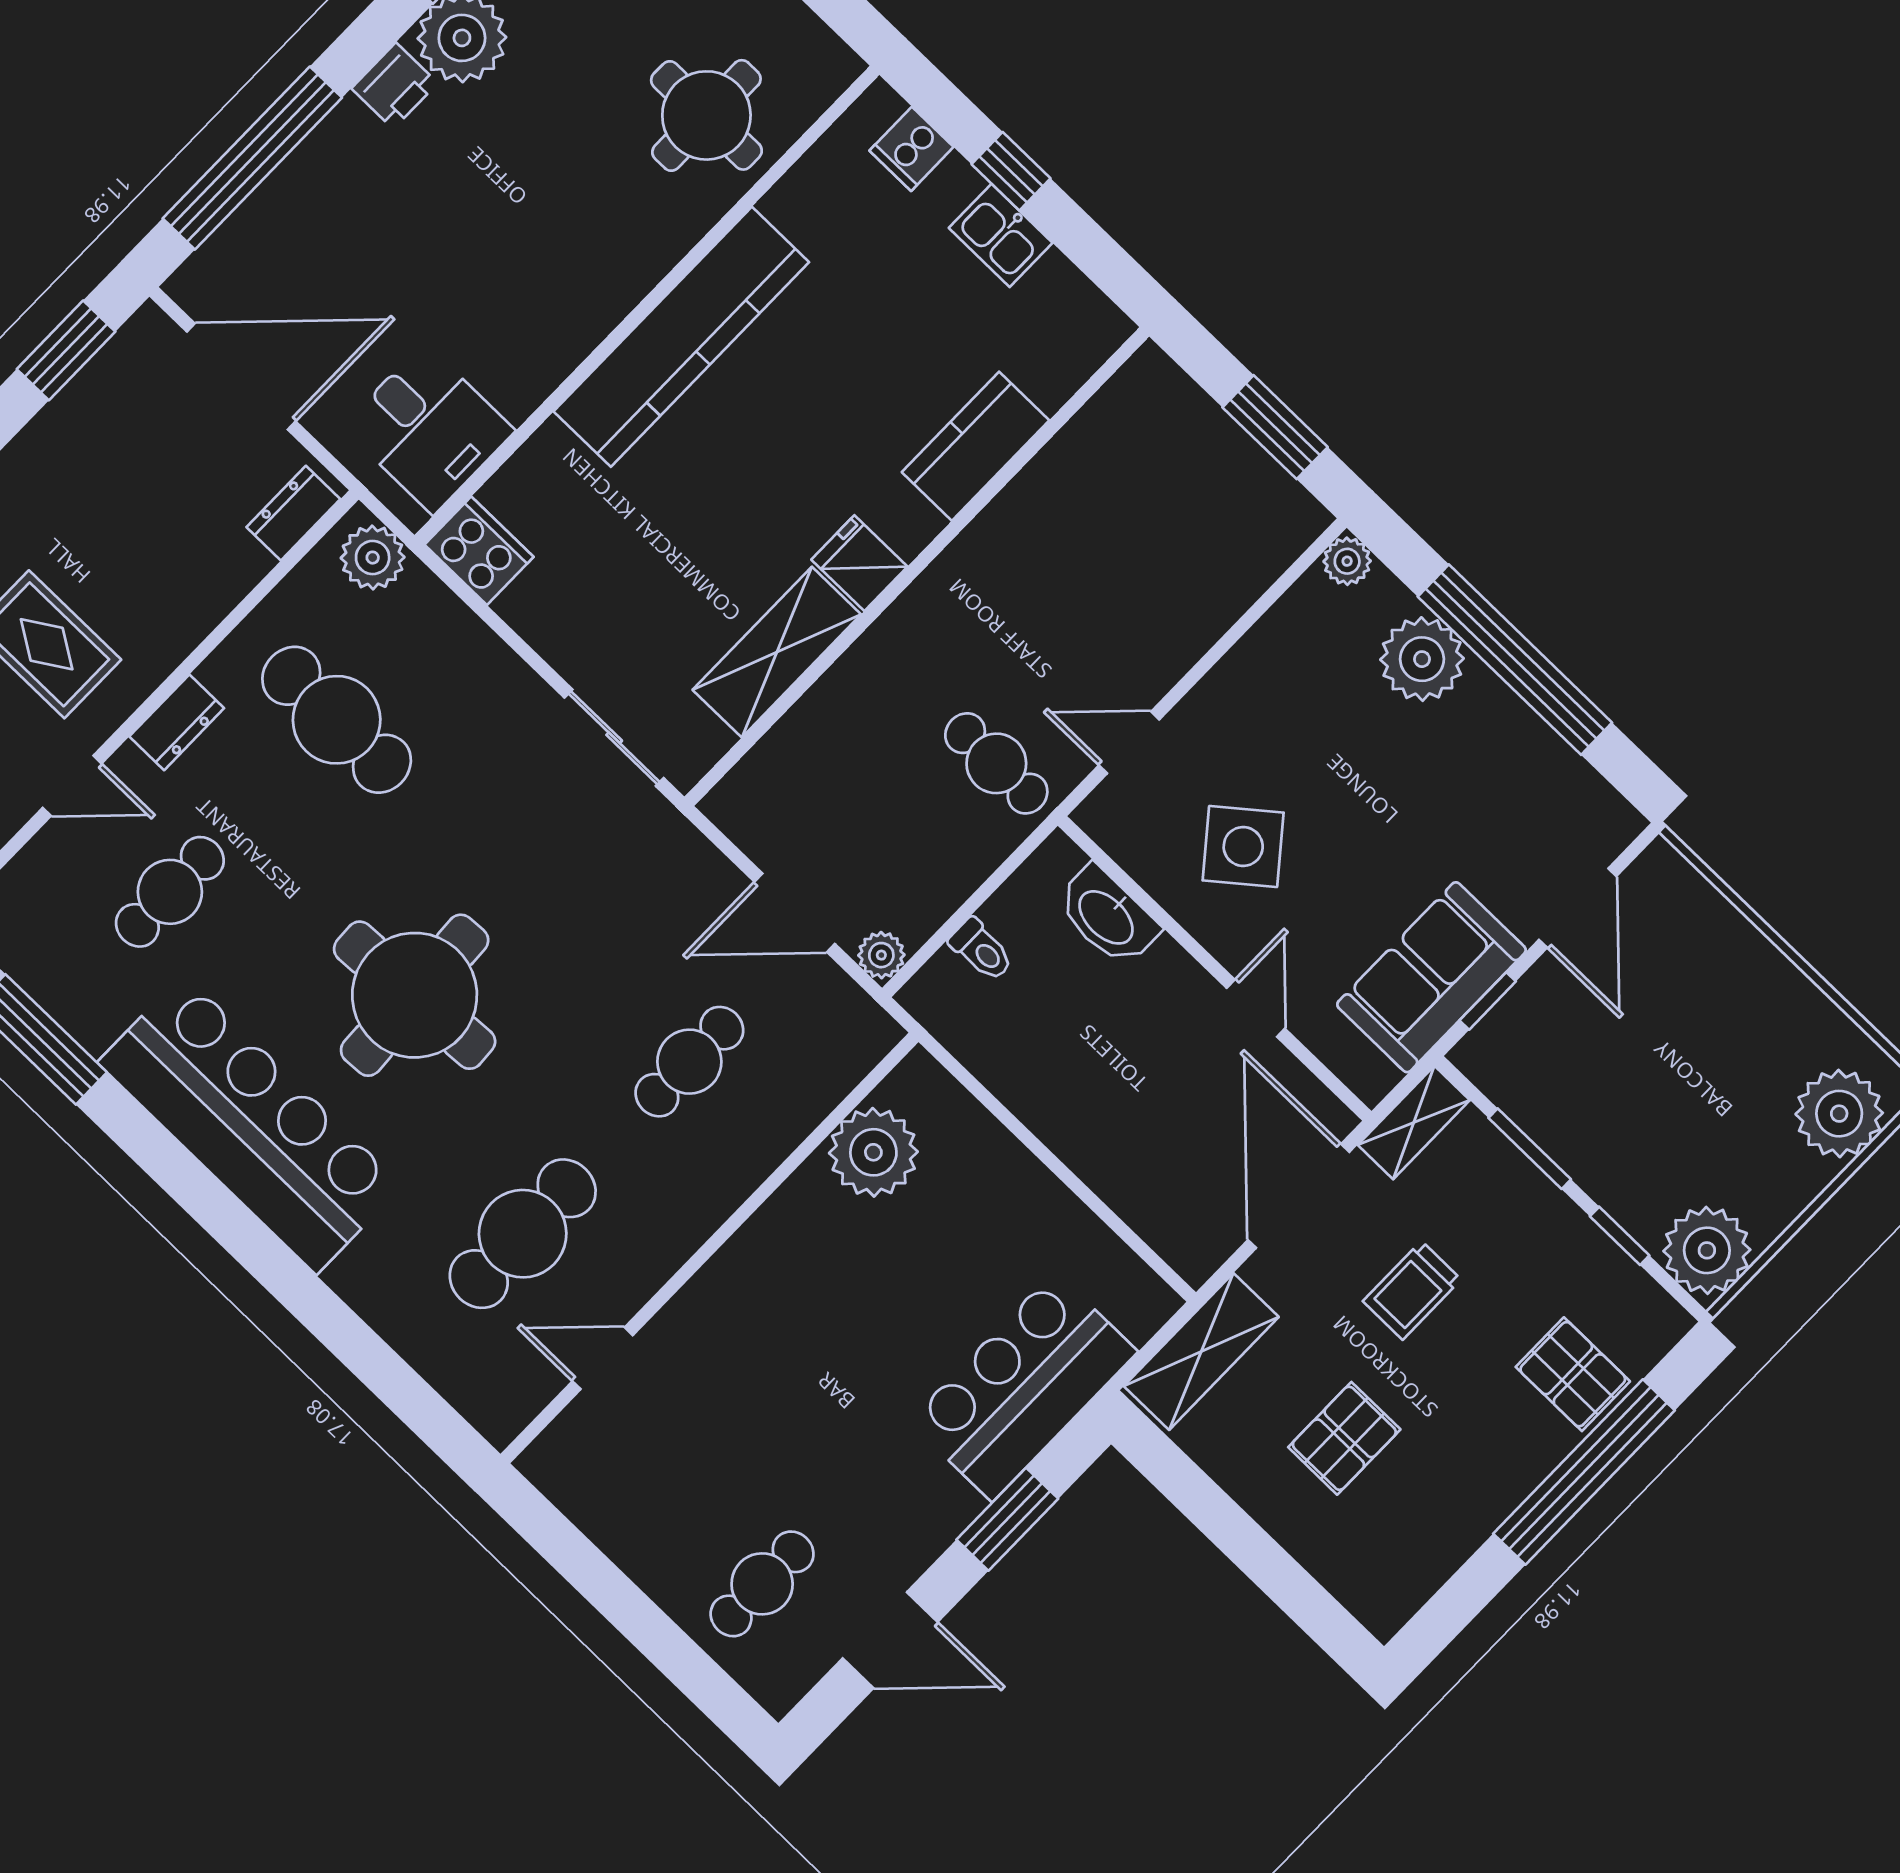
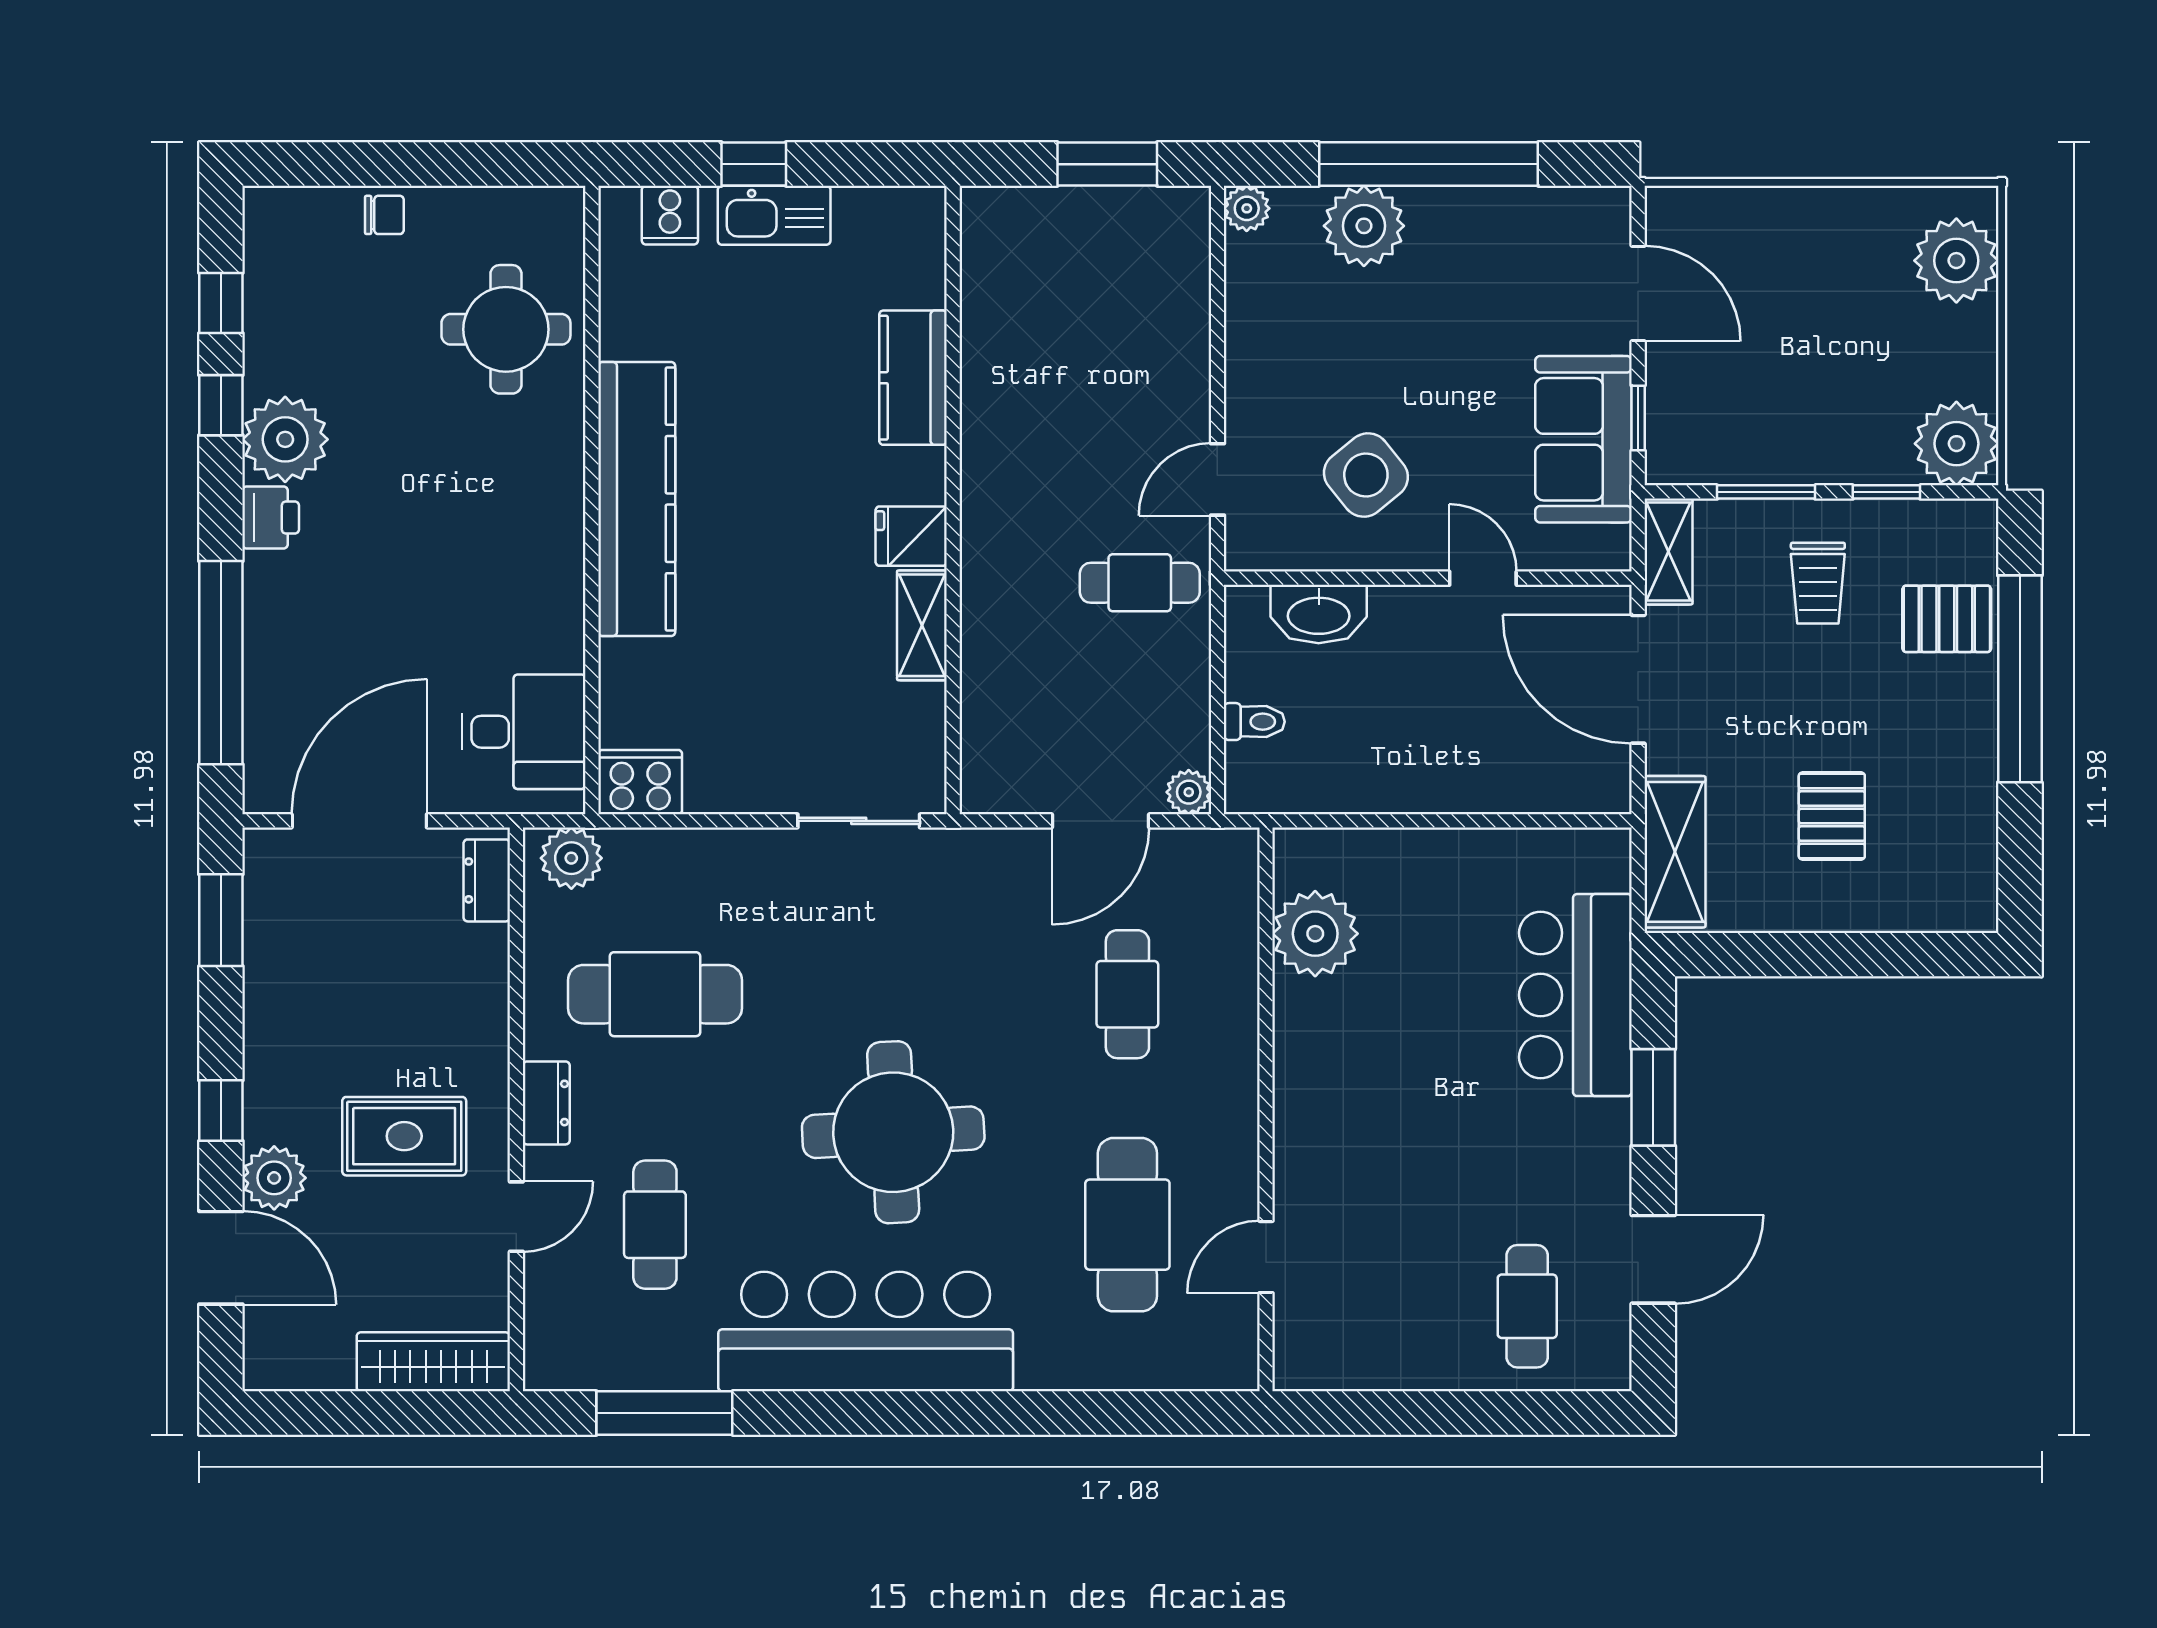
kitchen sink: (1001, 235) -> (774, 215), width x1.38
shelving: (777, 652) -> (922, 625), width x0.67, depth x0.75
trolley: (1412, 1290) -> (1818, 583), moved

